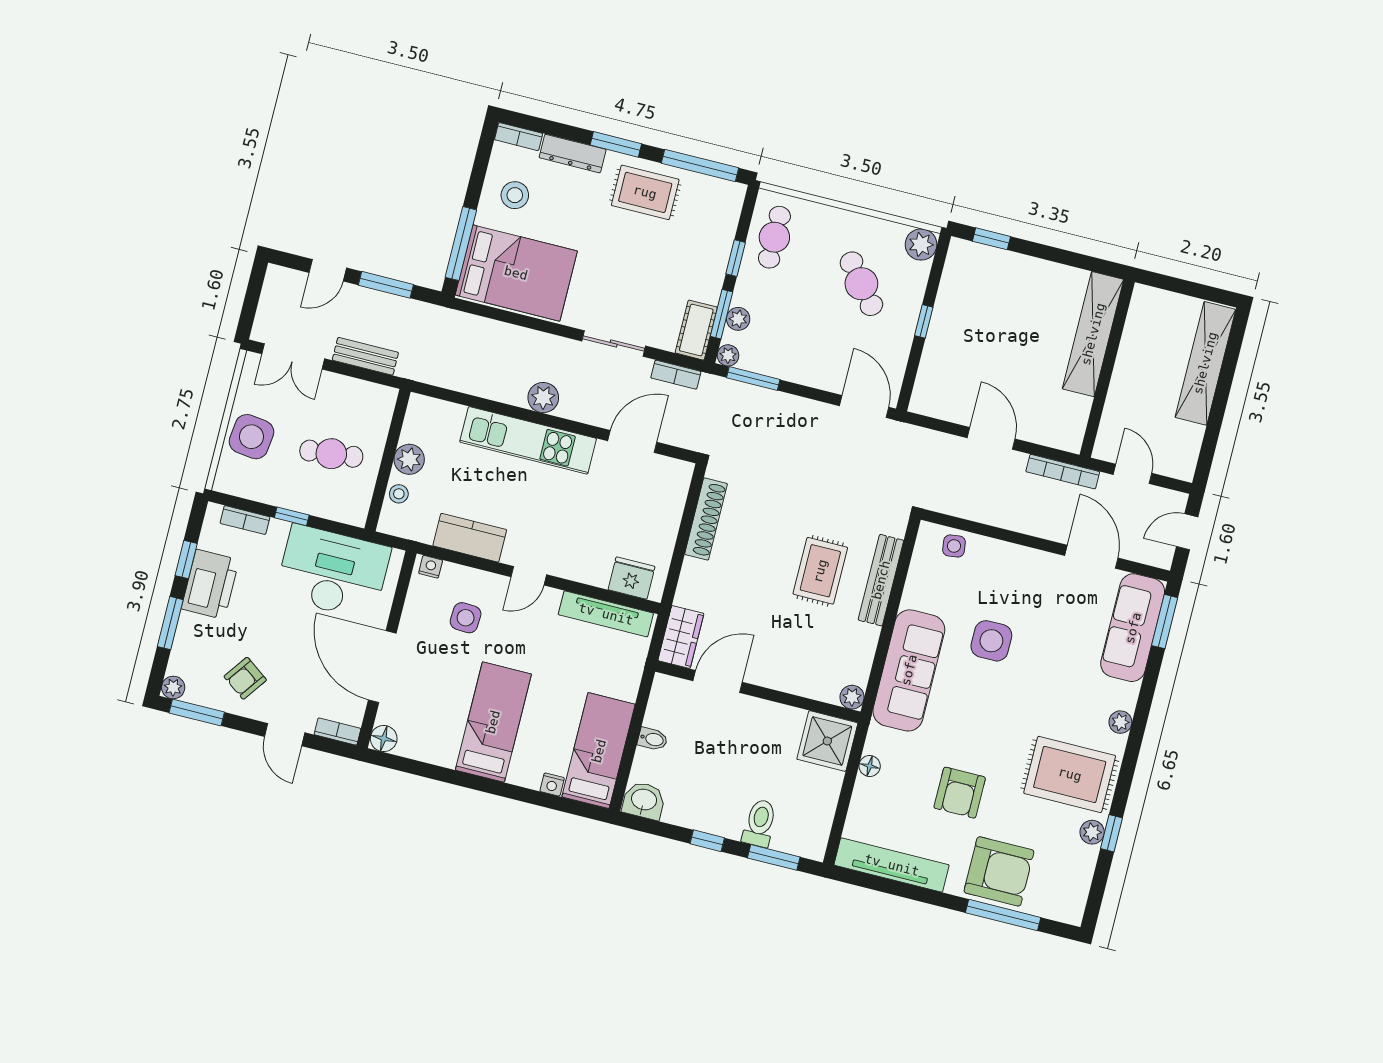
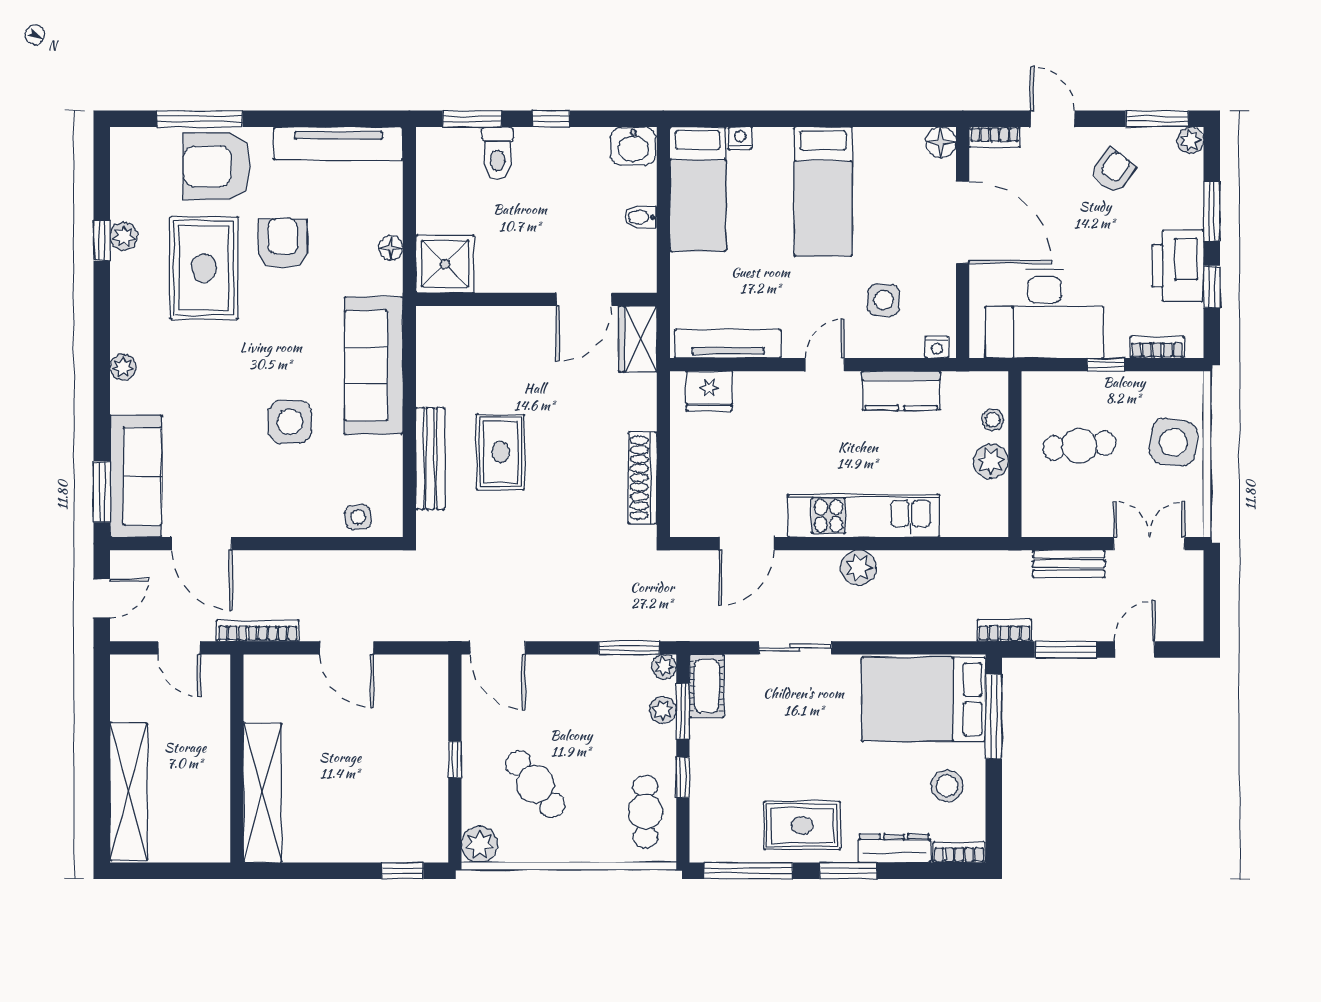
bookcase: (676, 375) -> (1004, 630), moved
plant: (852, 697) -> (430, 320), removed
rug: (1070, 774) -> (204, 268), moved, turned 90

